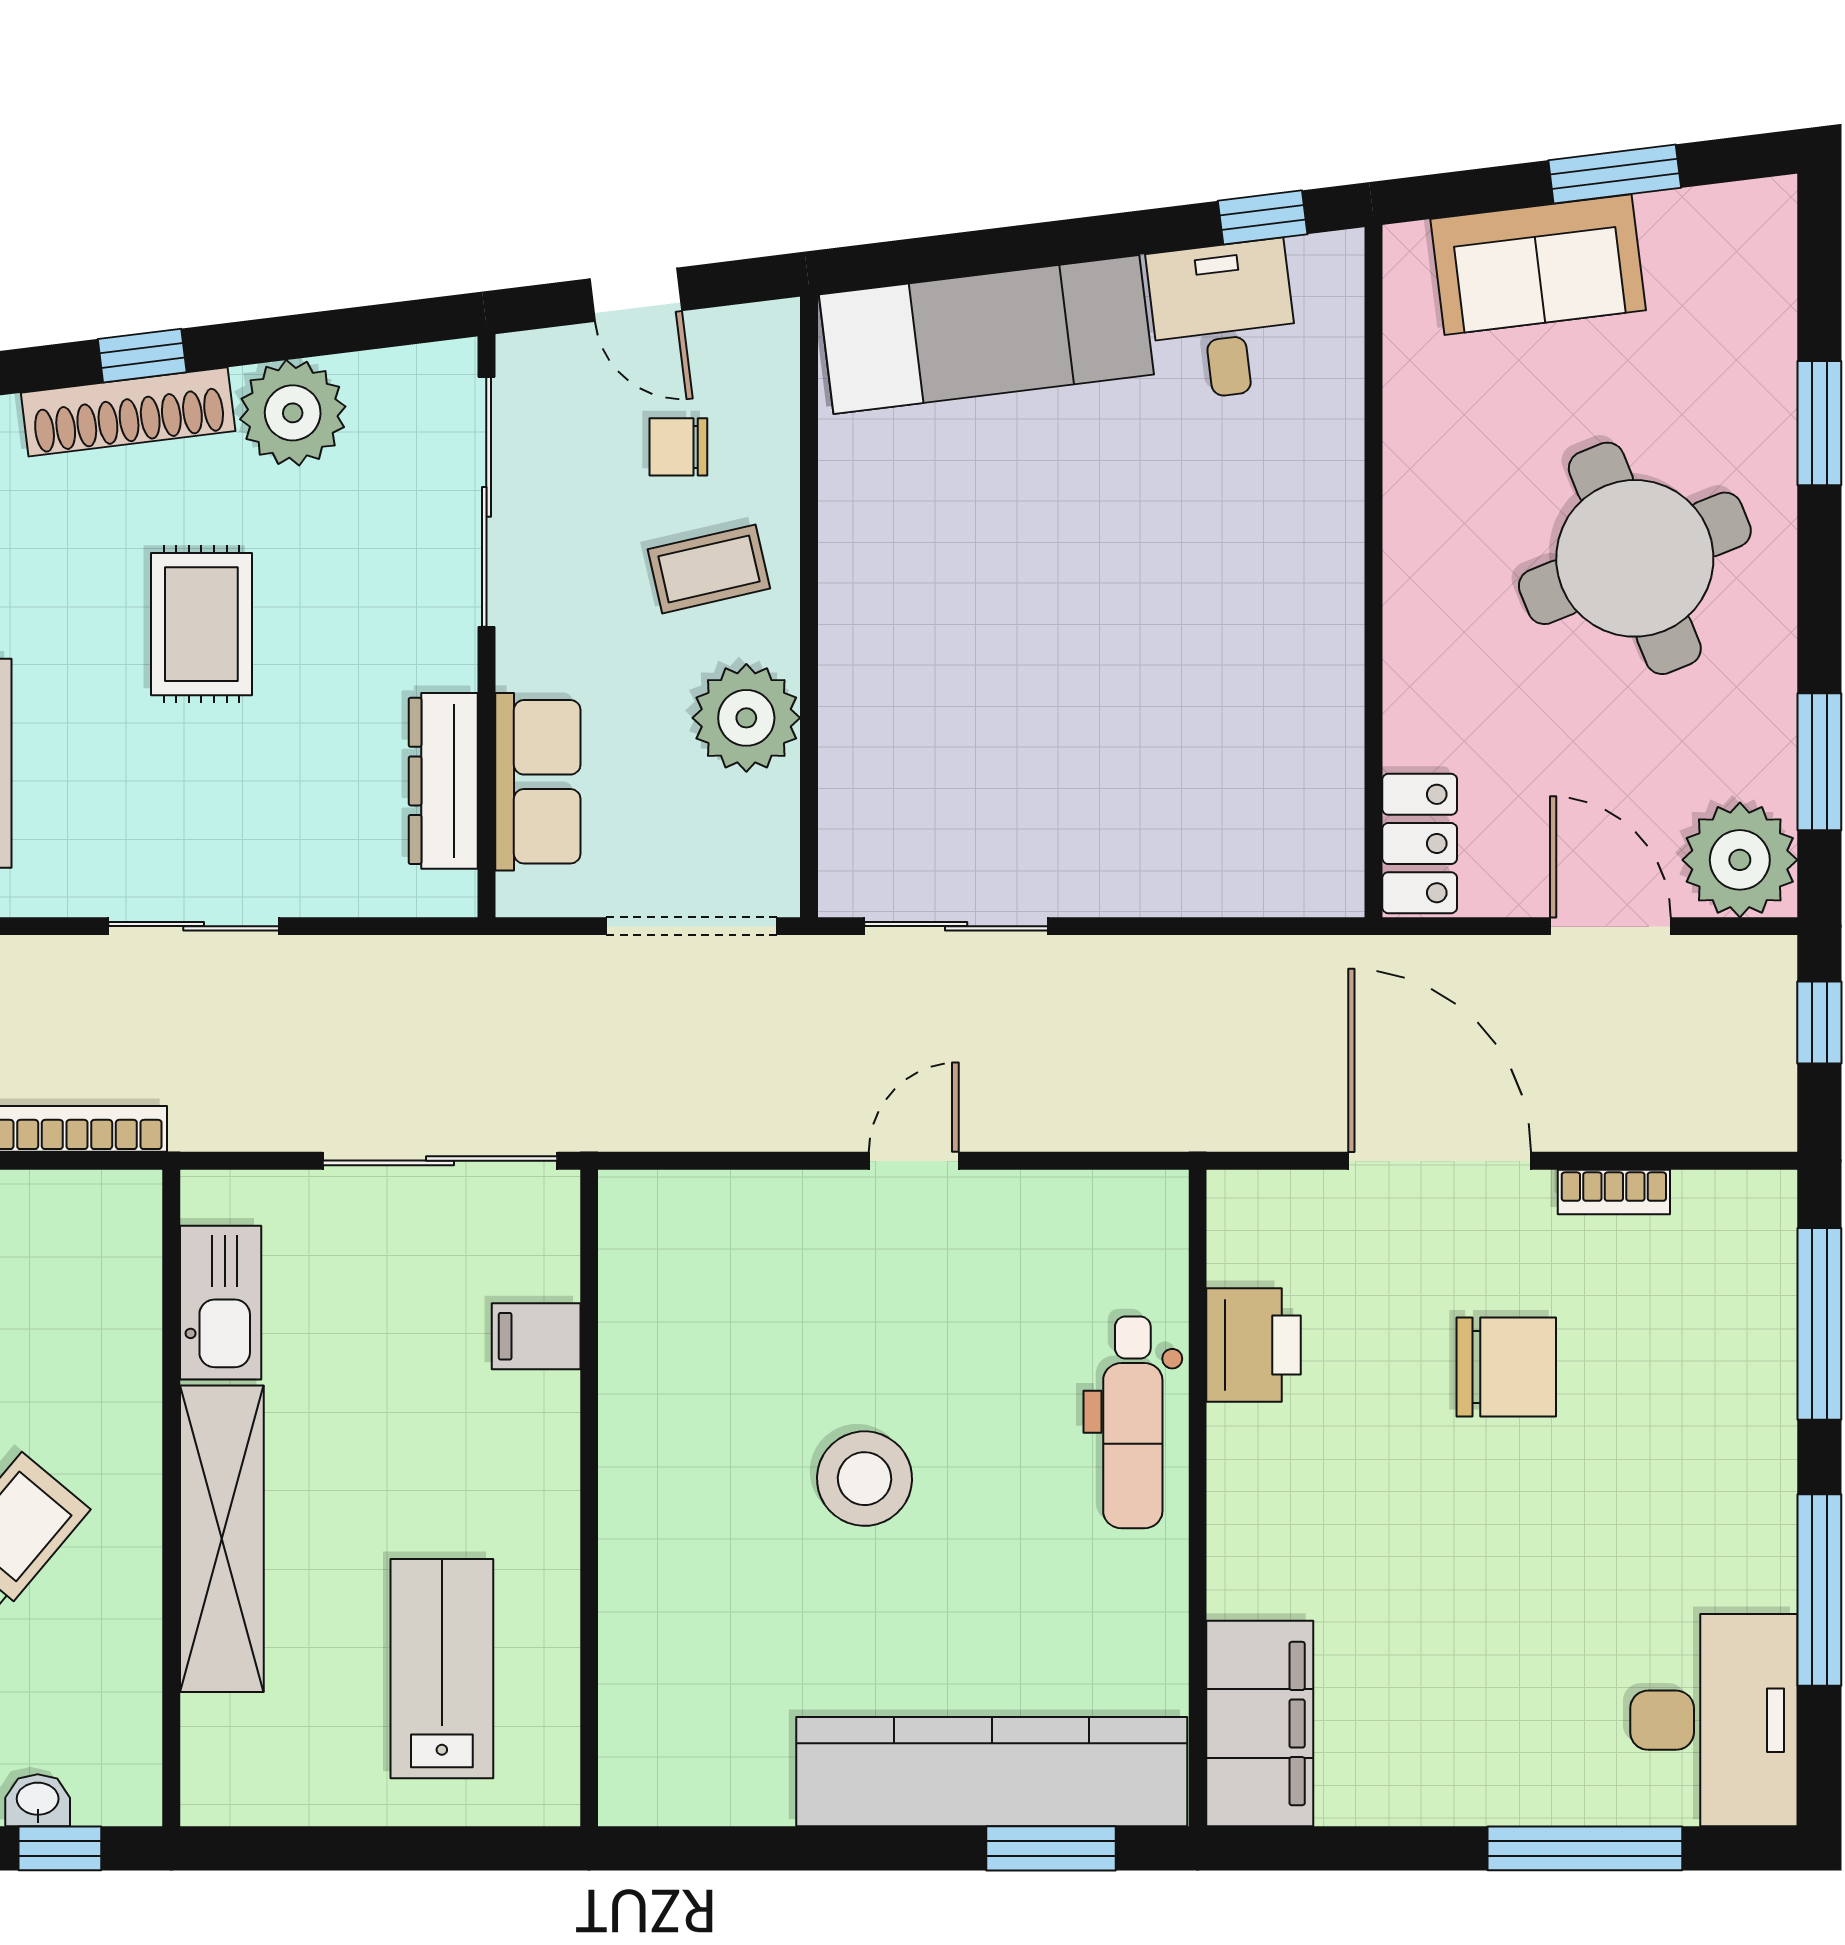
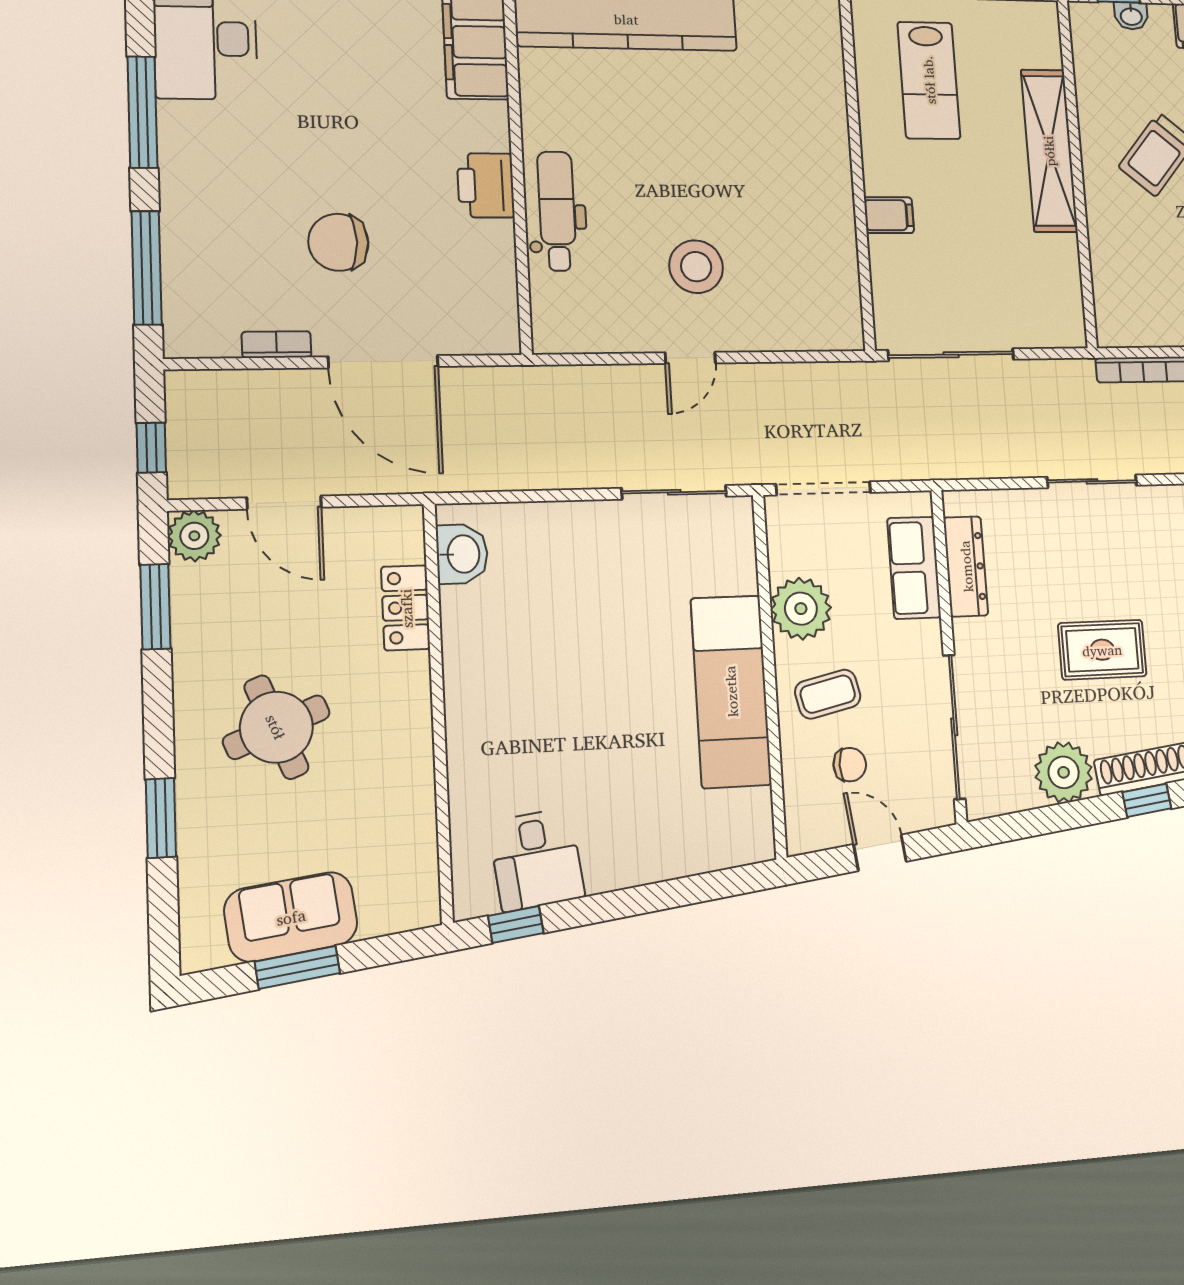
sofa: (1538, 265) -> (291, 917), moved
exam couch: (986, 334) -> (731, 691), moved, turned -83
round table: (1635, 558) -> (276, 727), width x0.73, depth x0.73
rug: (201, 624) -> (1102, 650), turned 90
washbasin: (1323, 831) -> (462, 554), added
locker: (1420, 844) -> (406, 608), moved
plant: (1740, 860) -> (194, 536), width x0.73, depth x0.73
kitchen sink: (221, 1303) -> (1061, 277), removed
filing cabinet: (536, 1336) -> (889, 215), moved
printer: (1253, 1345) -> (486, 185), moved
stool: (865, 1479) -> (696, 267), moved

